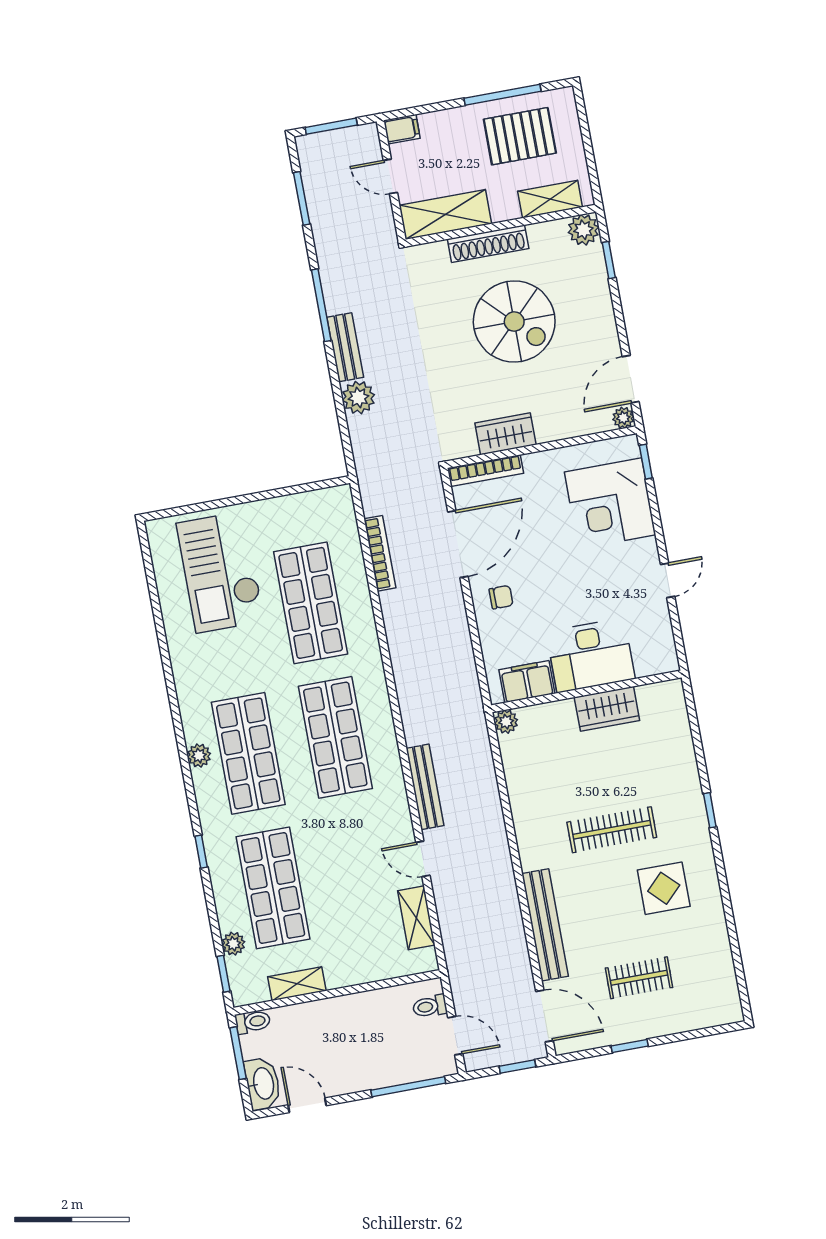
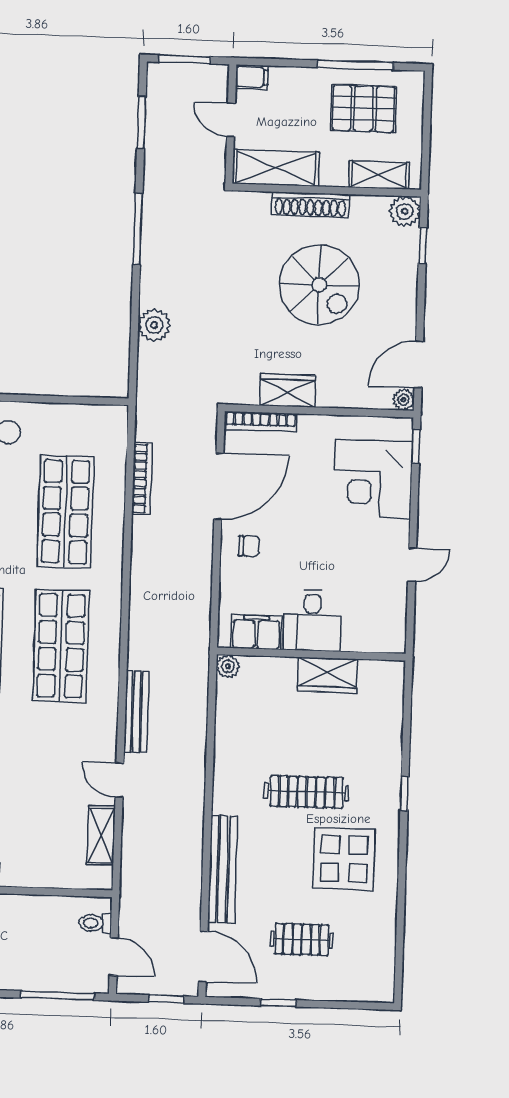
bench: (345, 347) -> (152, 274), removed
desk: (591, 655) -> (312, 620), width x0.73
display table: (664, 888) -> (344, 859), width x1.36, depth x1.36

